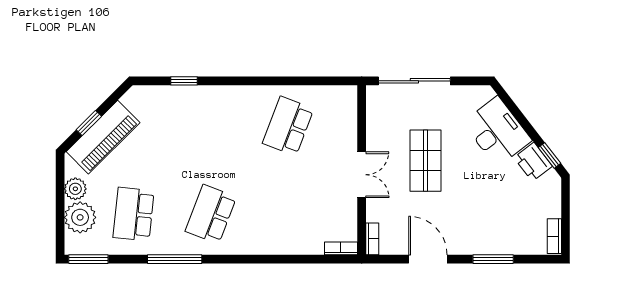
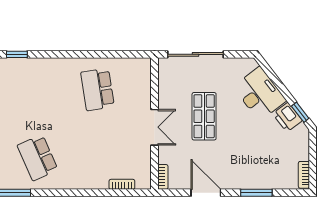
school desk: (288, 126) -> (97, 89), turned -30
school desk: (211, 214) -> (38, 158), turned -45
bookcase: (341, 248) -> (122, 184), moved

